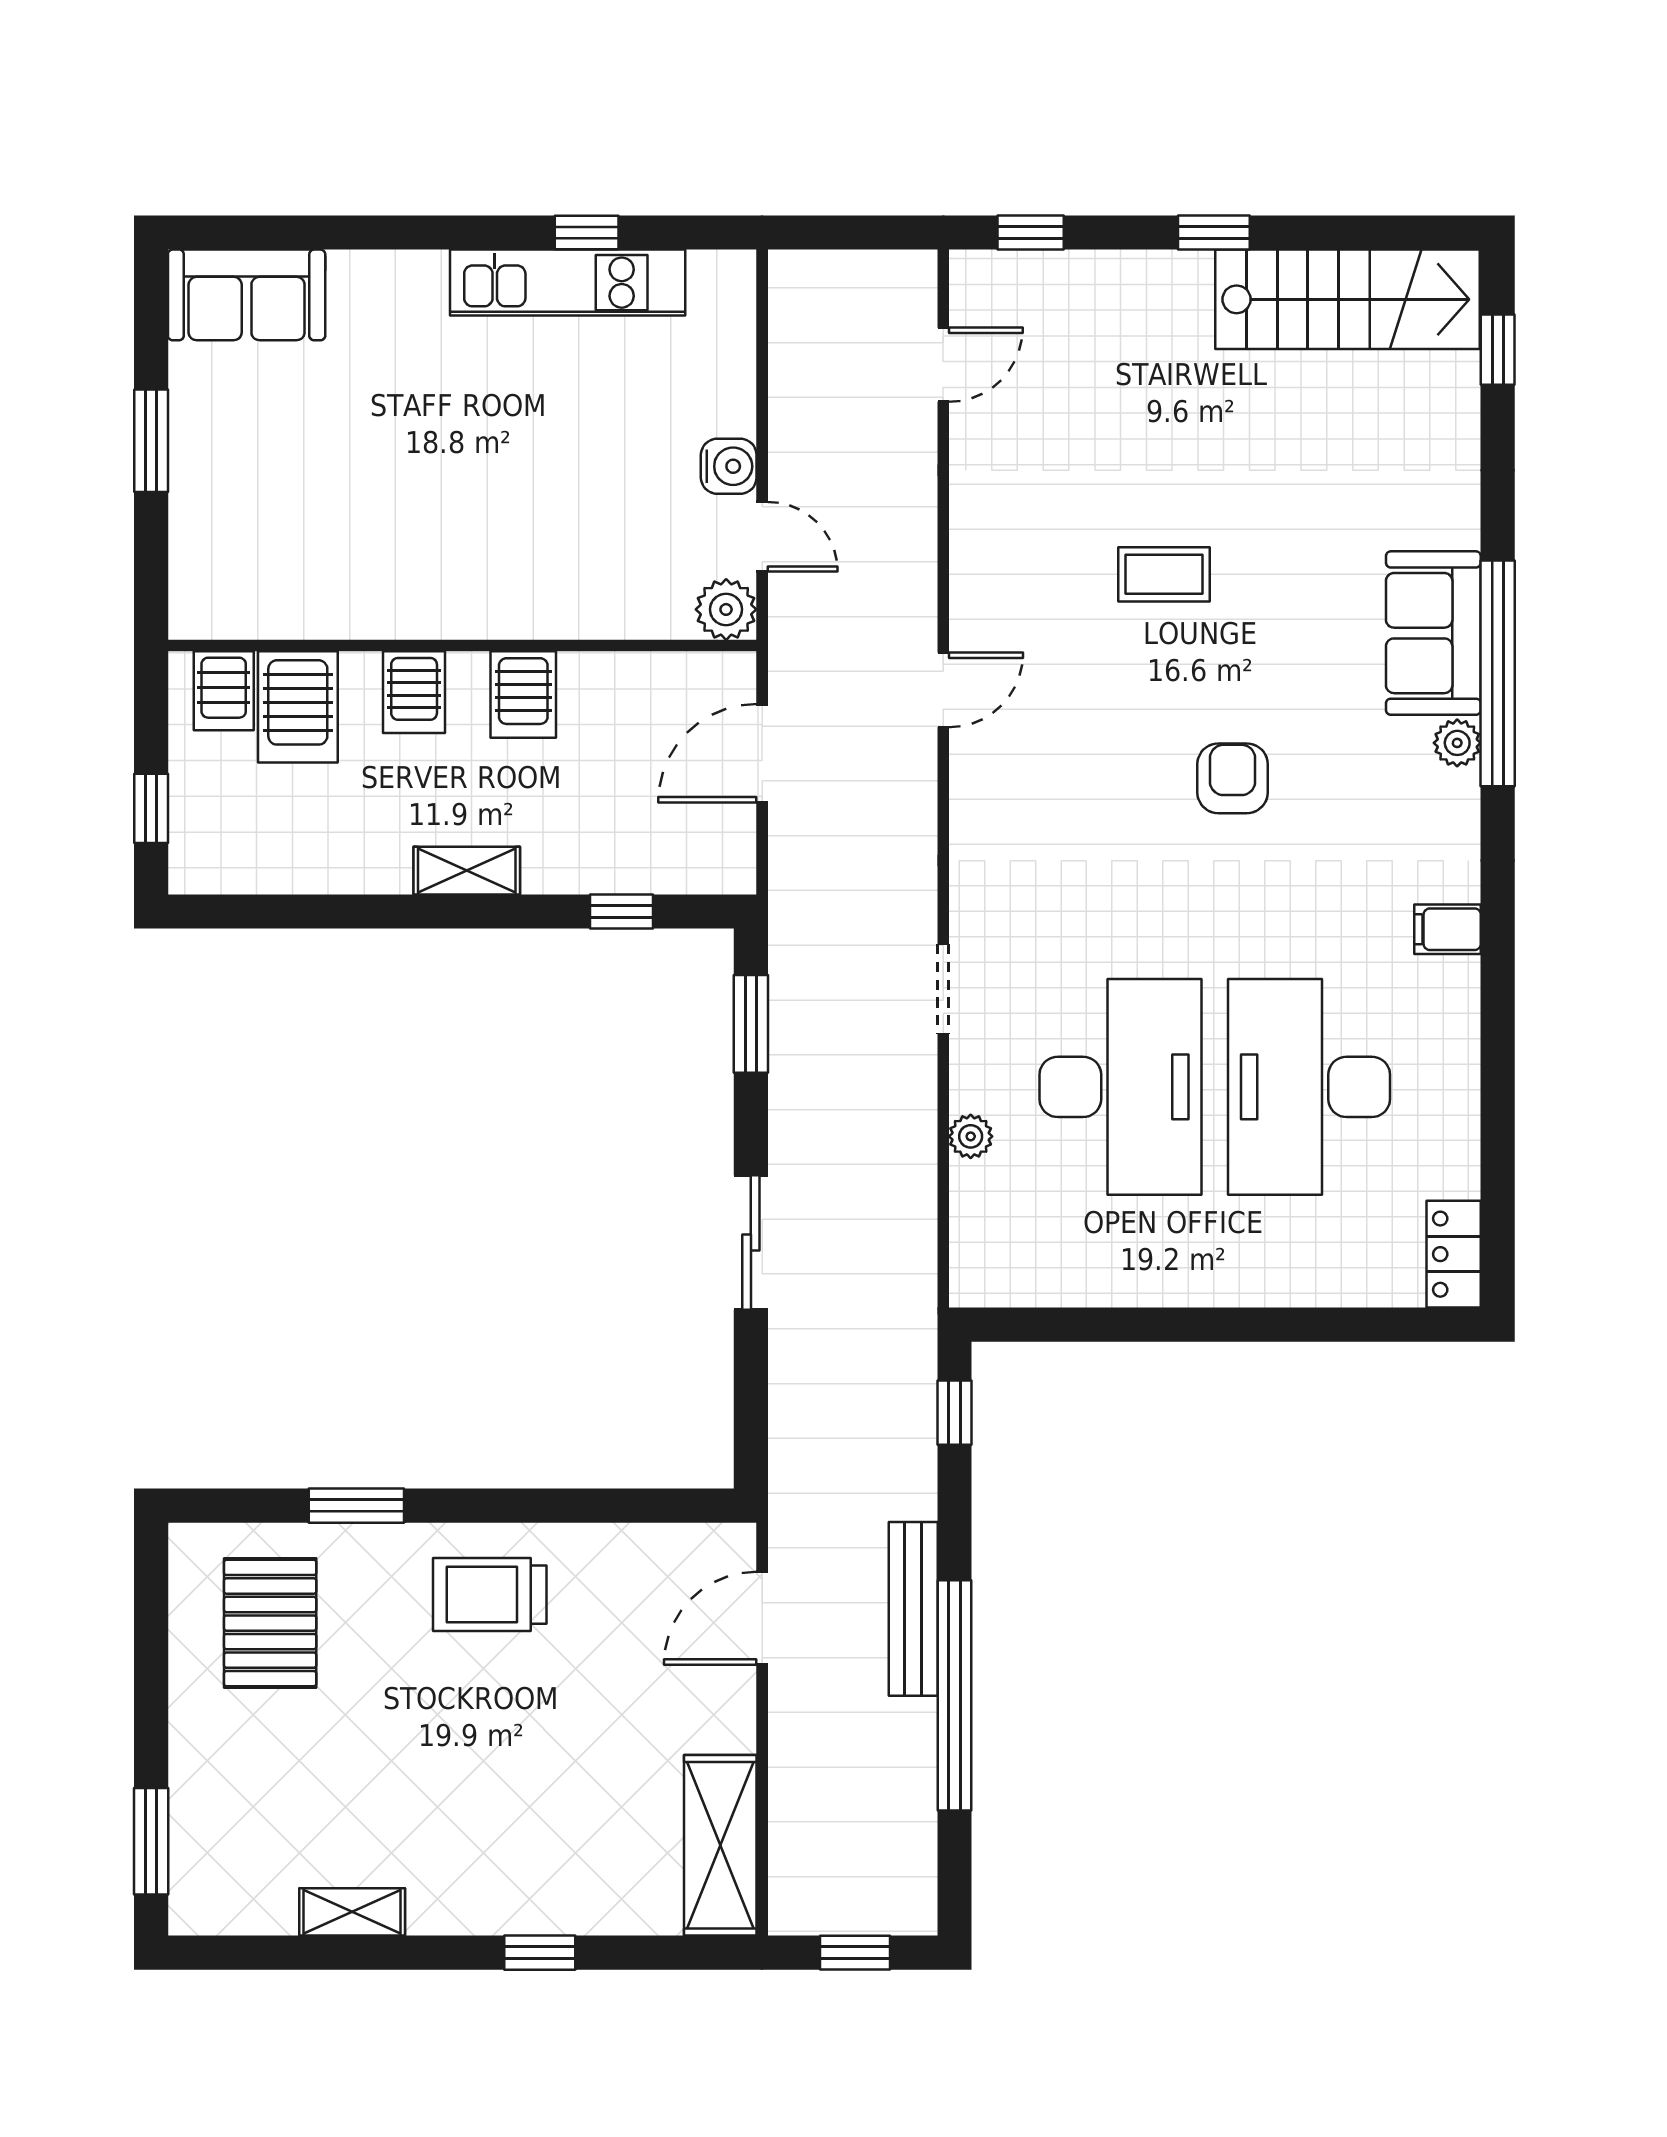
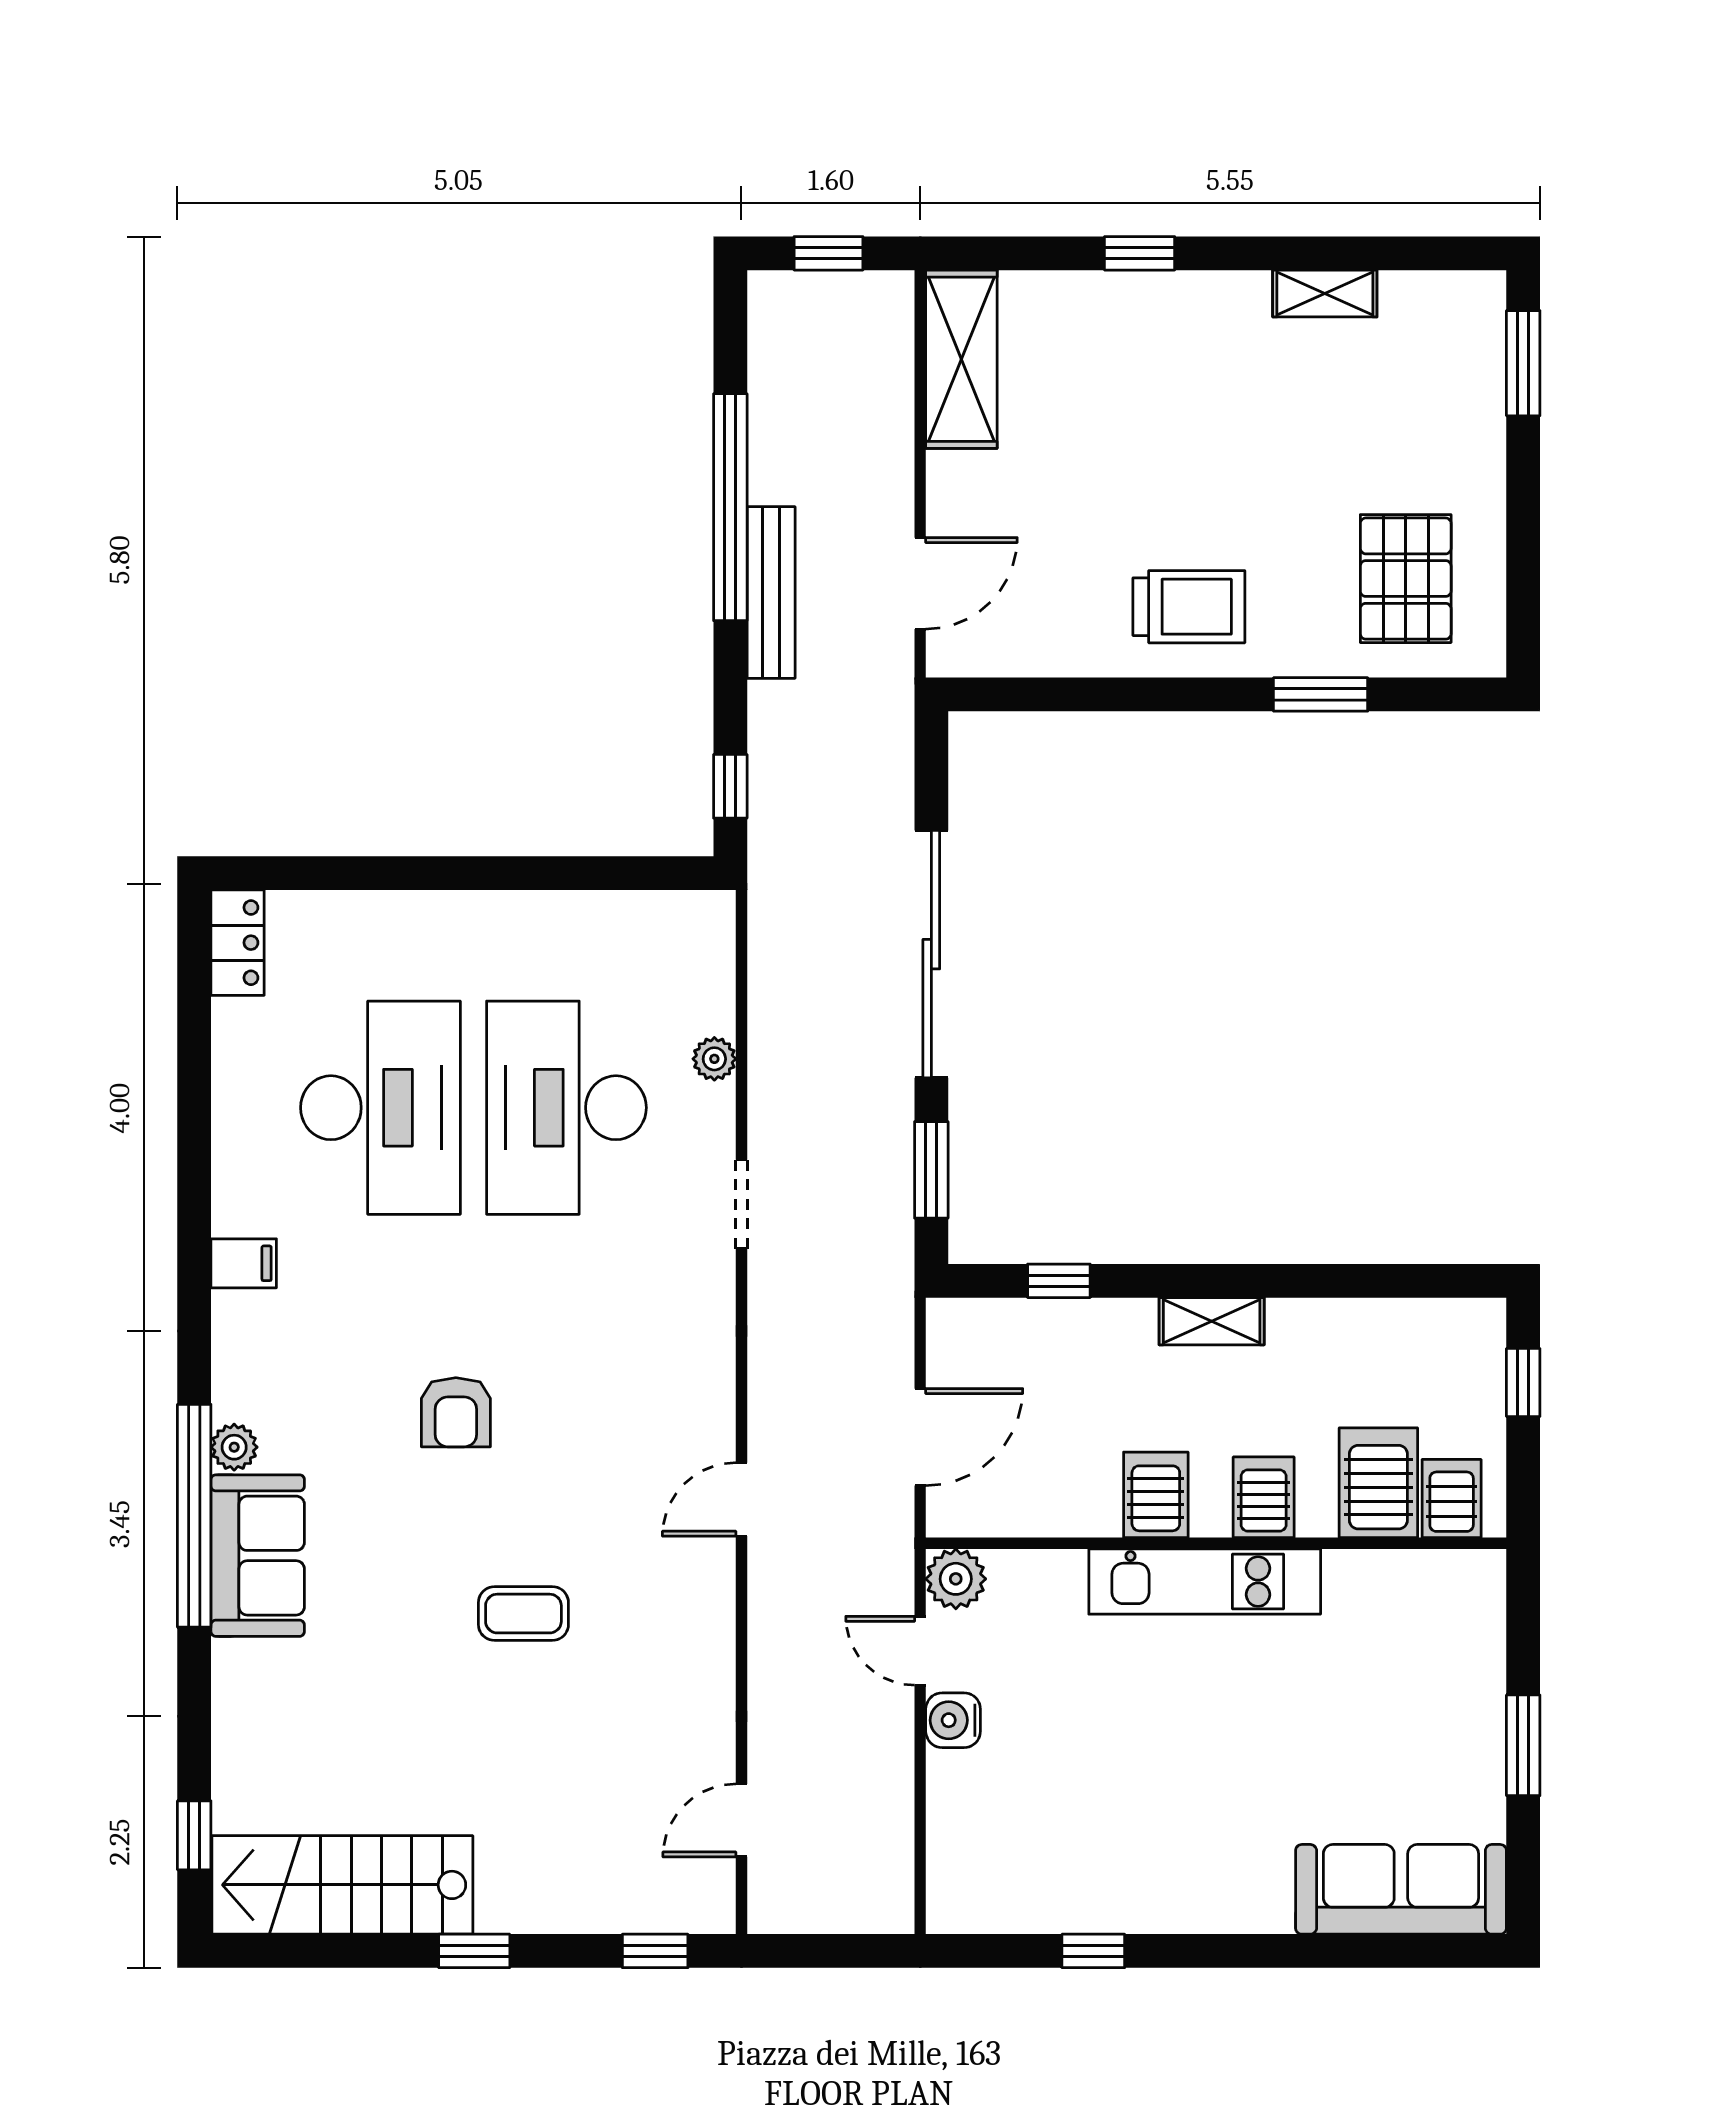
kitchen unit: (568, 283) -> (1205, 1582), moved, turned 180
sofa: (247, 295) -> (1401, 1889), width x1.36
sliding door: (751, 1243) -> (931, 954), width x1.86

